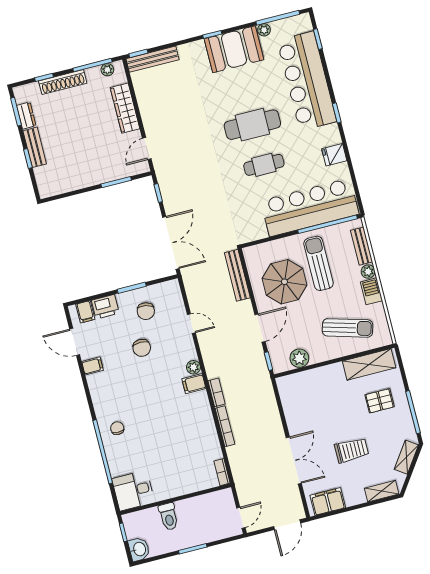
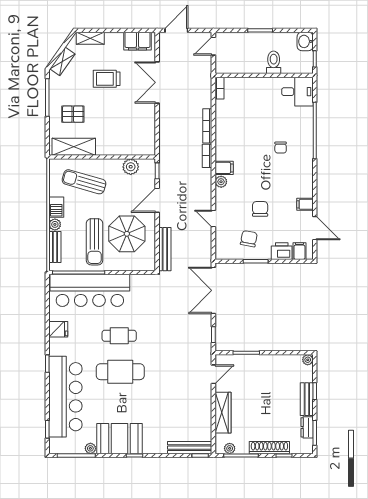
plant: (45, 192) -> (308, 360), added
chair: (117, 428) -> (281, 148), moved

